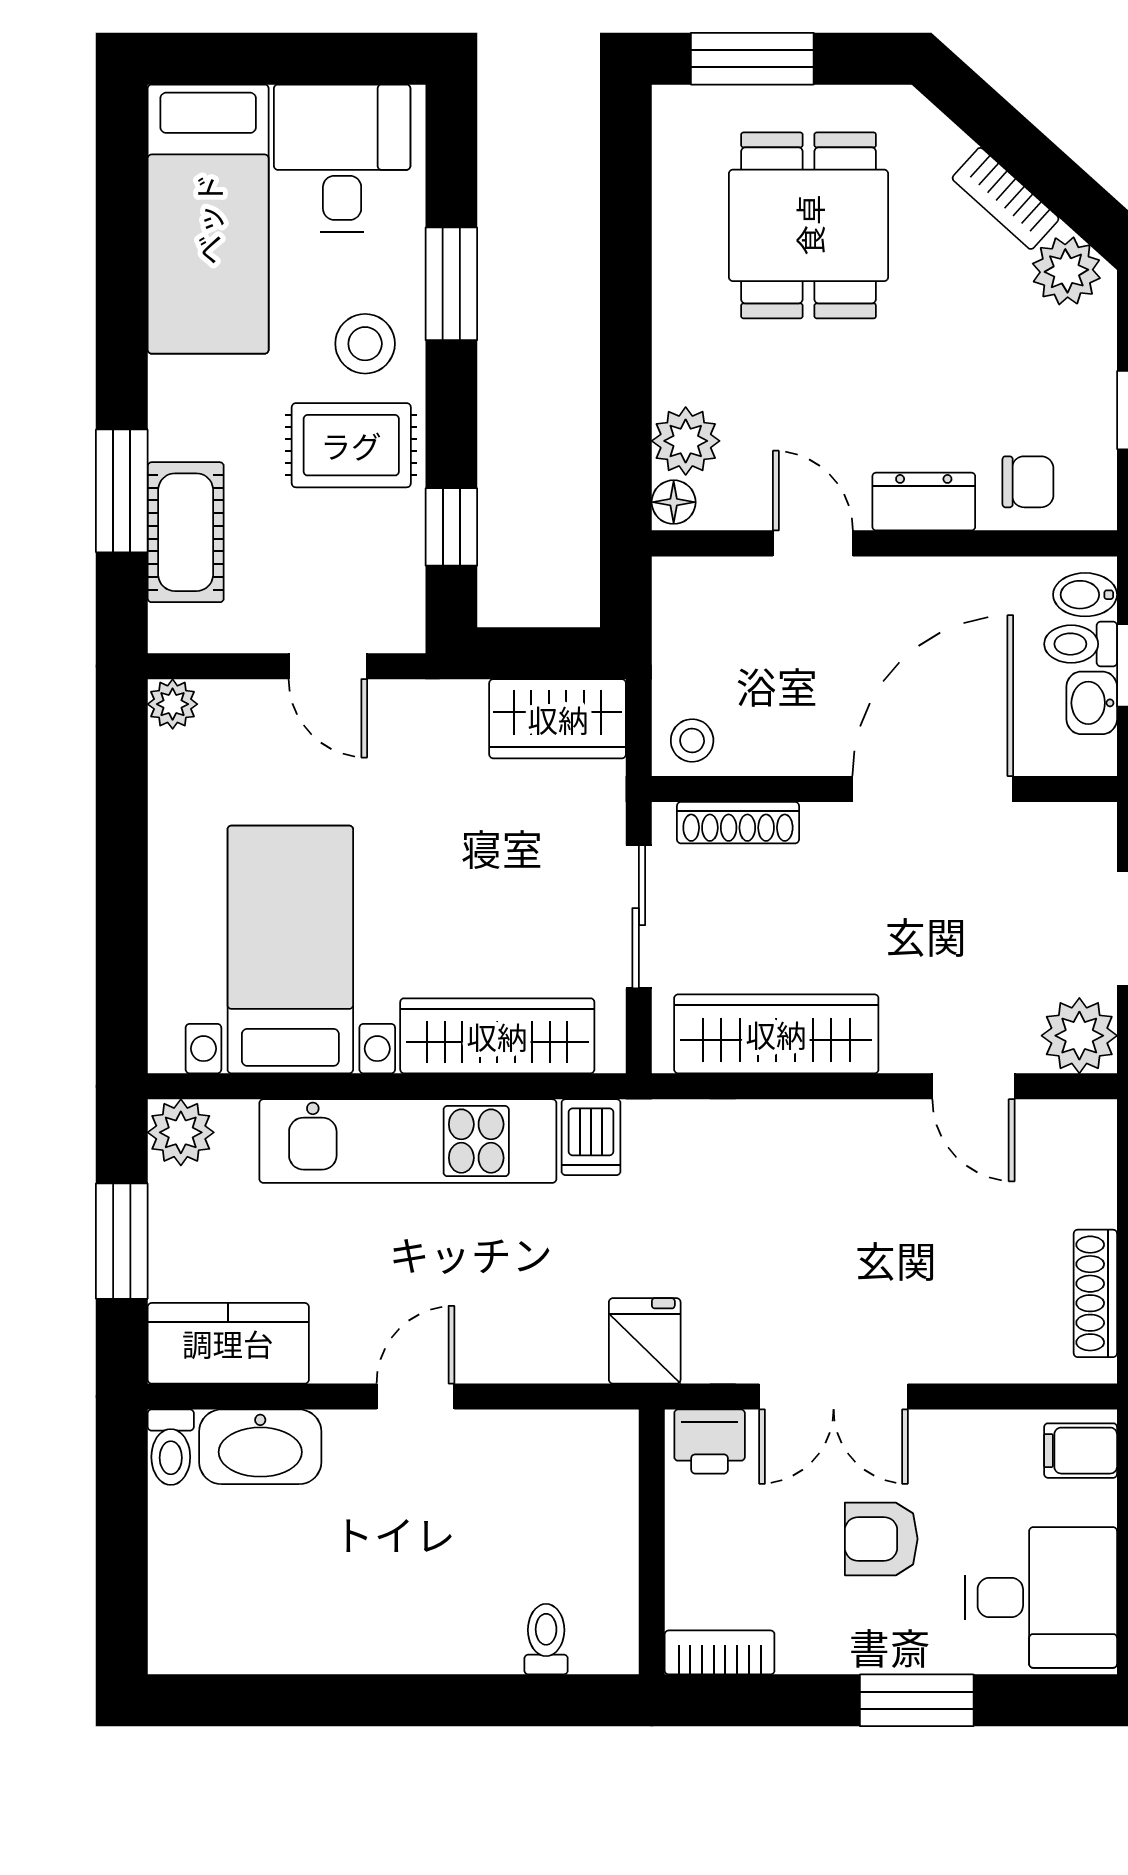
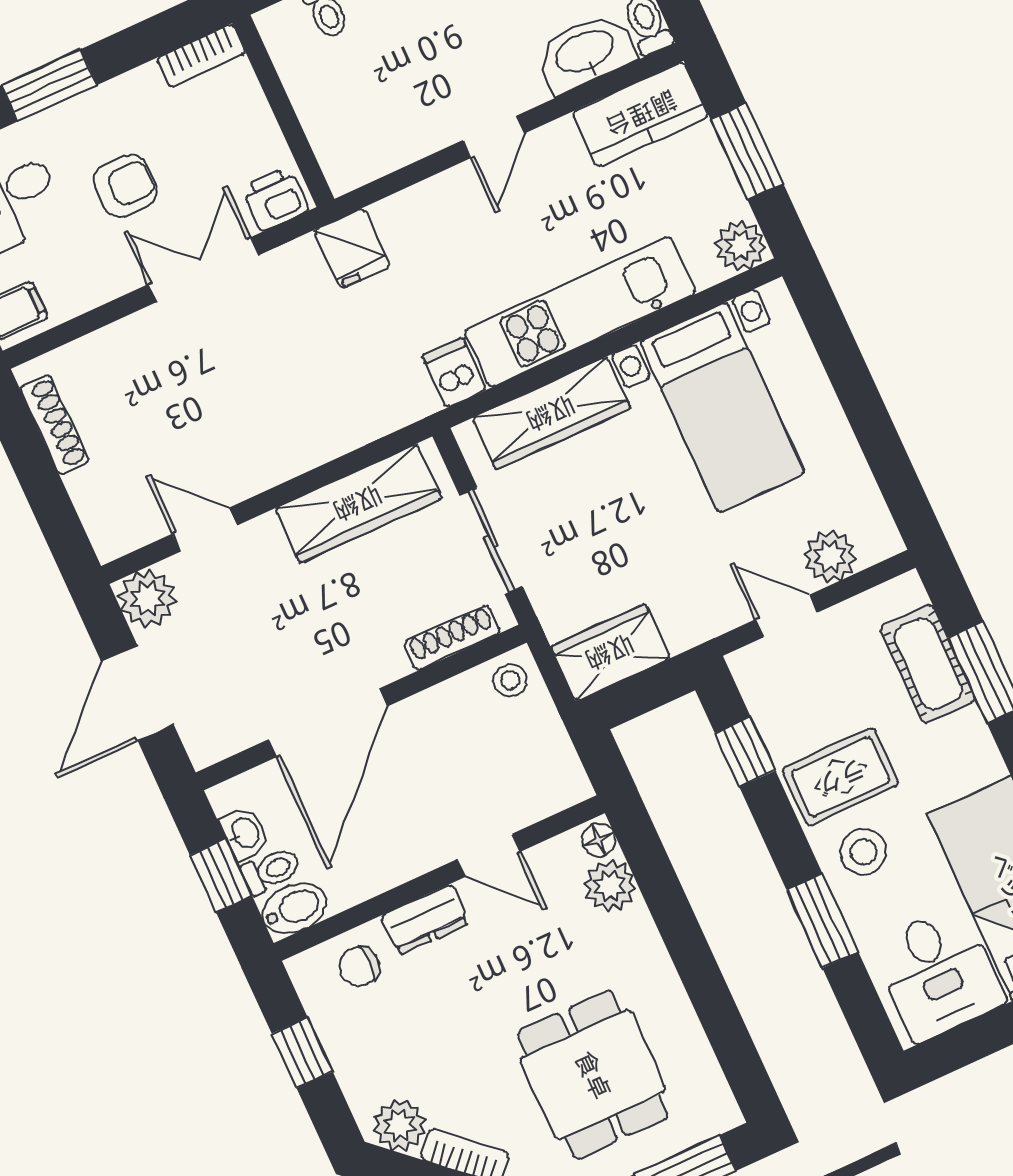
bidet: (1085, 595) -> (294, 908), width x1.38, depth x1.36
plant: (173, 704) -> (830, 556), moved, width x1.38, depth x1.38

